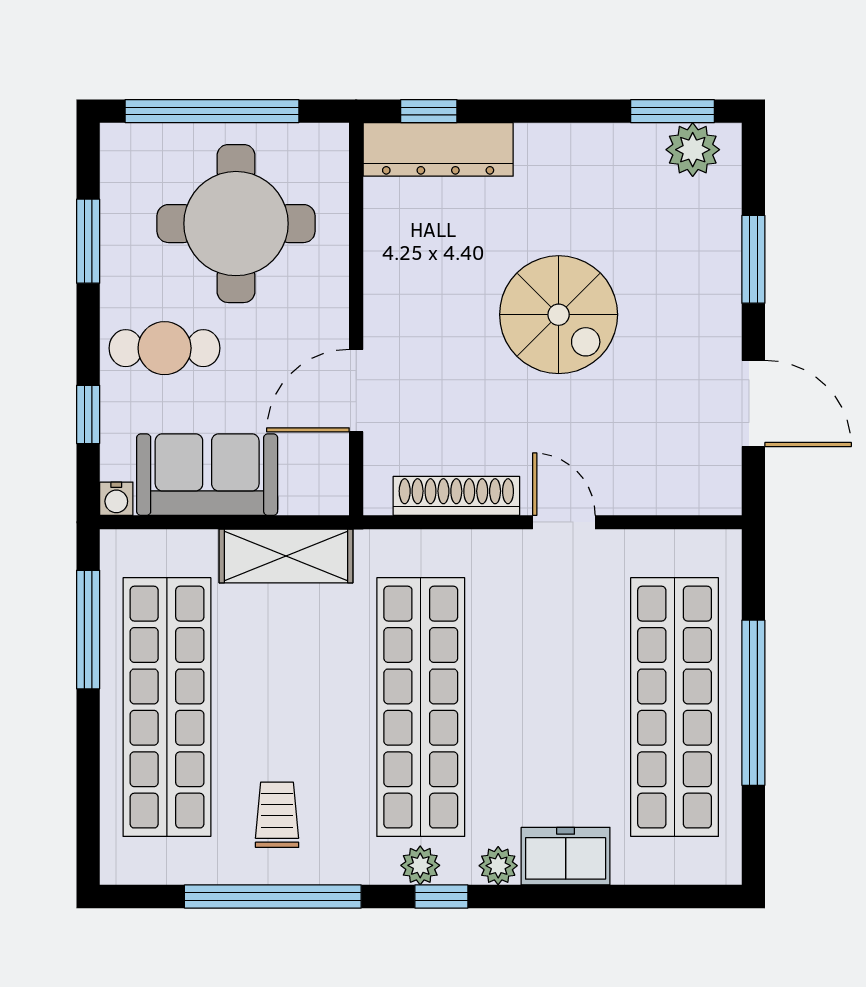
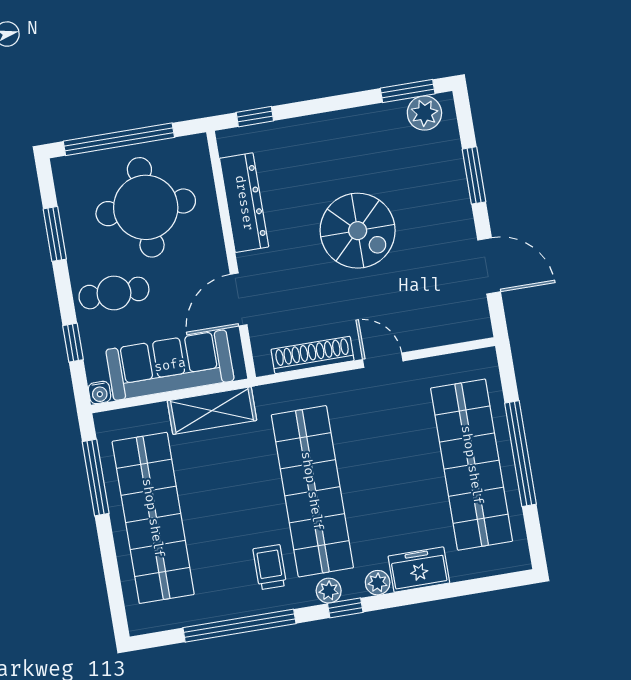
dresser: (438, 149) -> (244, 203), moved, turned -90
sofa: (207, 475) -> (170, 365), width x1.36
trolley: (277, 815) -> (270, 567), moved

